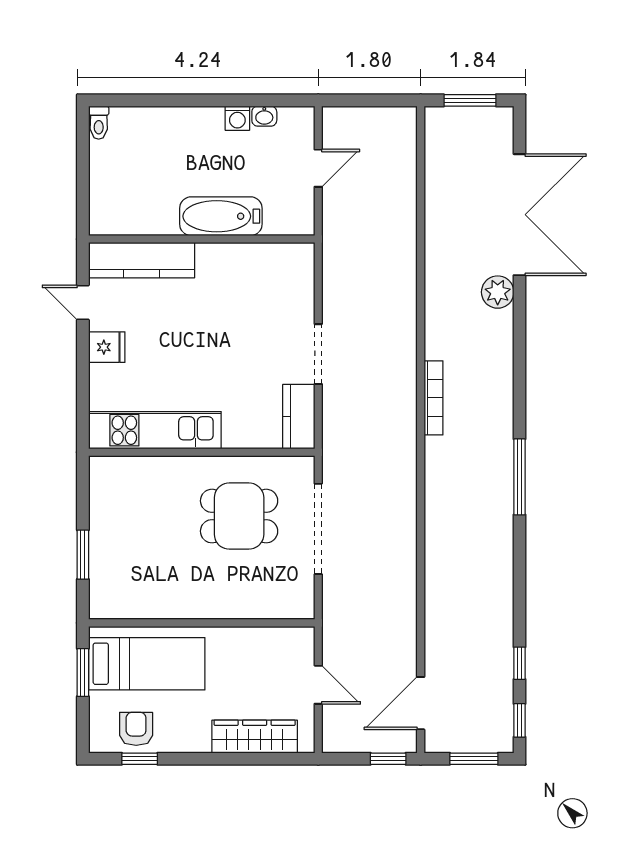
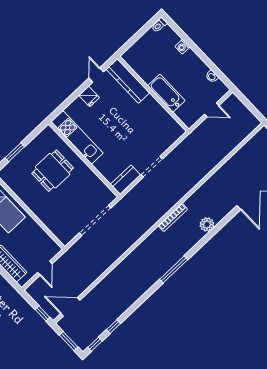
washing machine: (237, 118) -> (182, 47), moved
plant: (498, 292) -> (207, 224), moved
dining table: (239, 516) -> (53, 171), moved, turned 90

